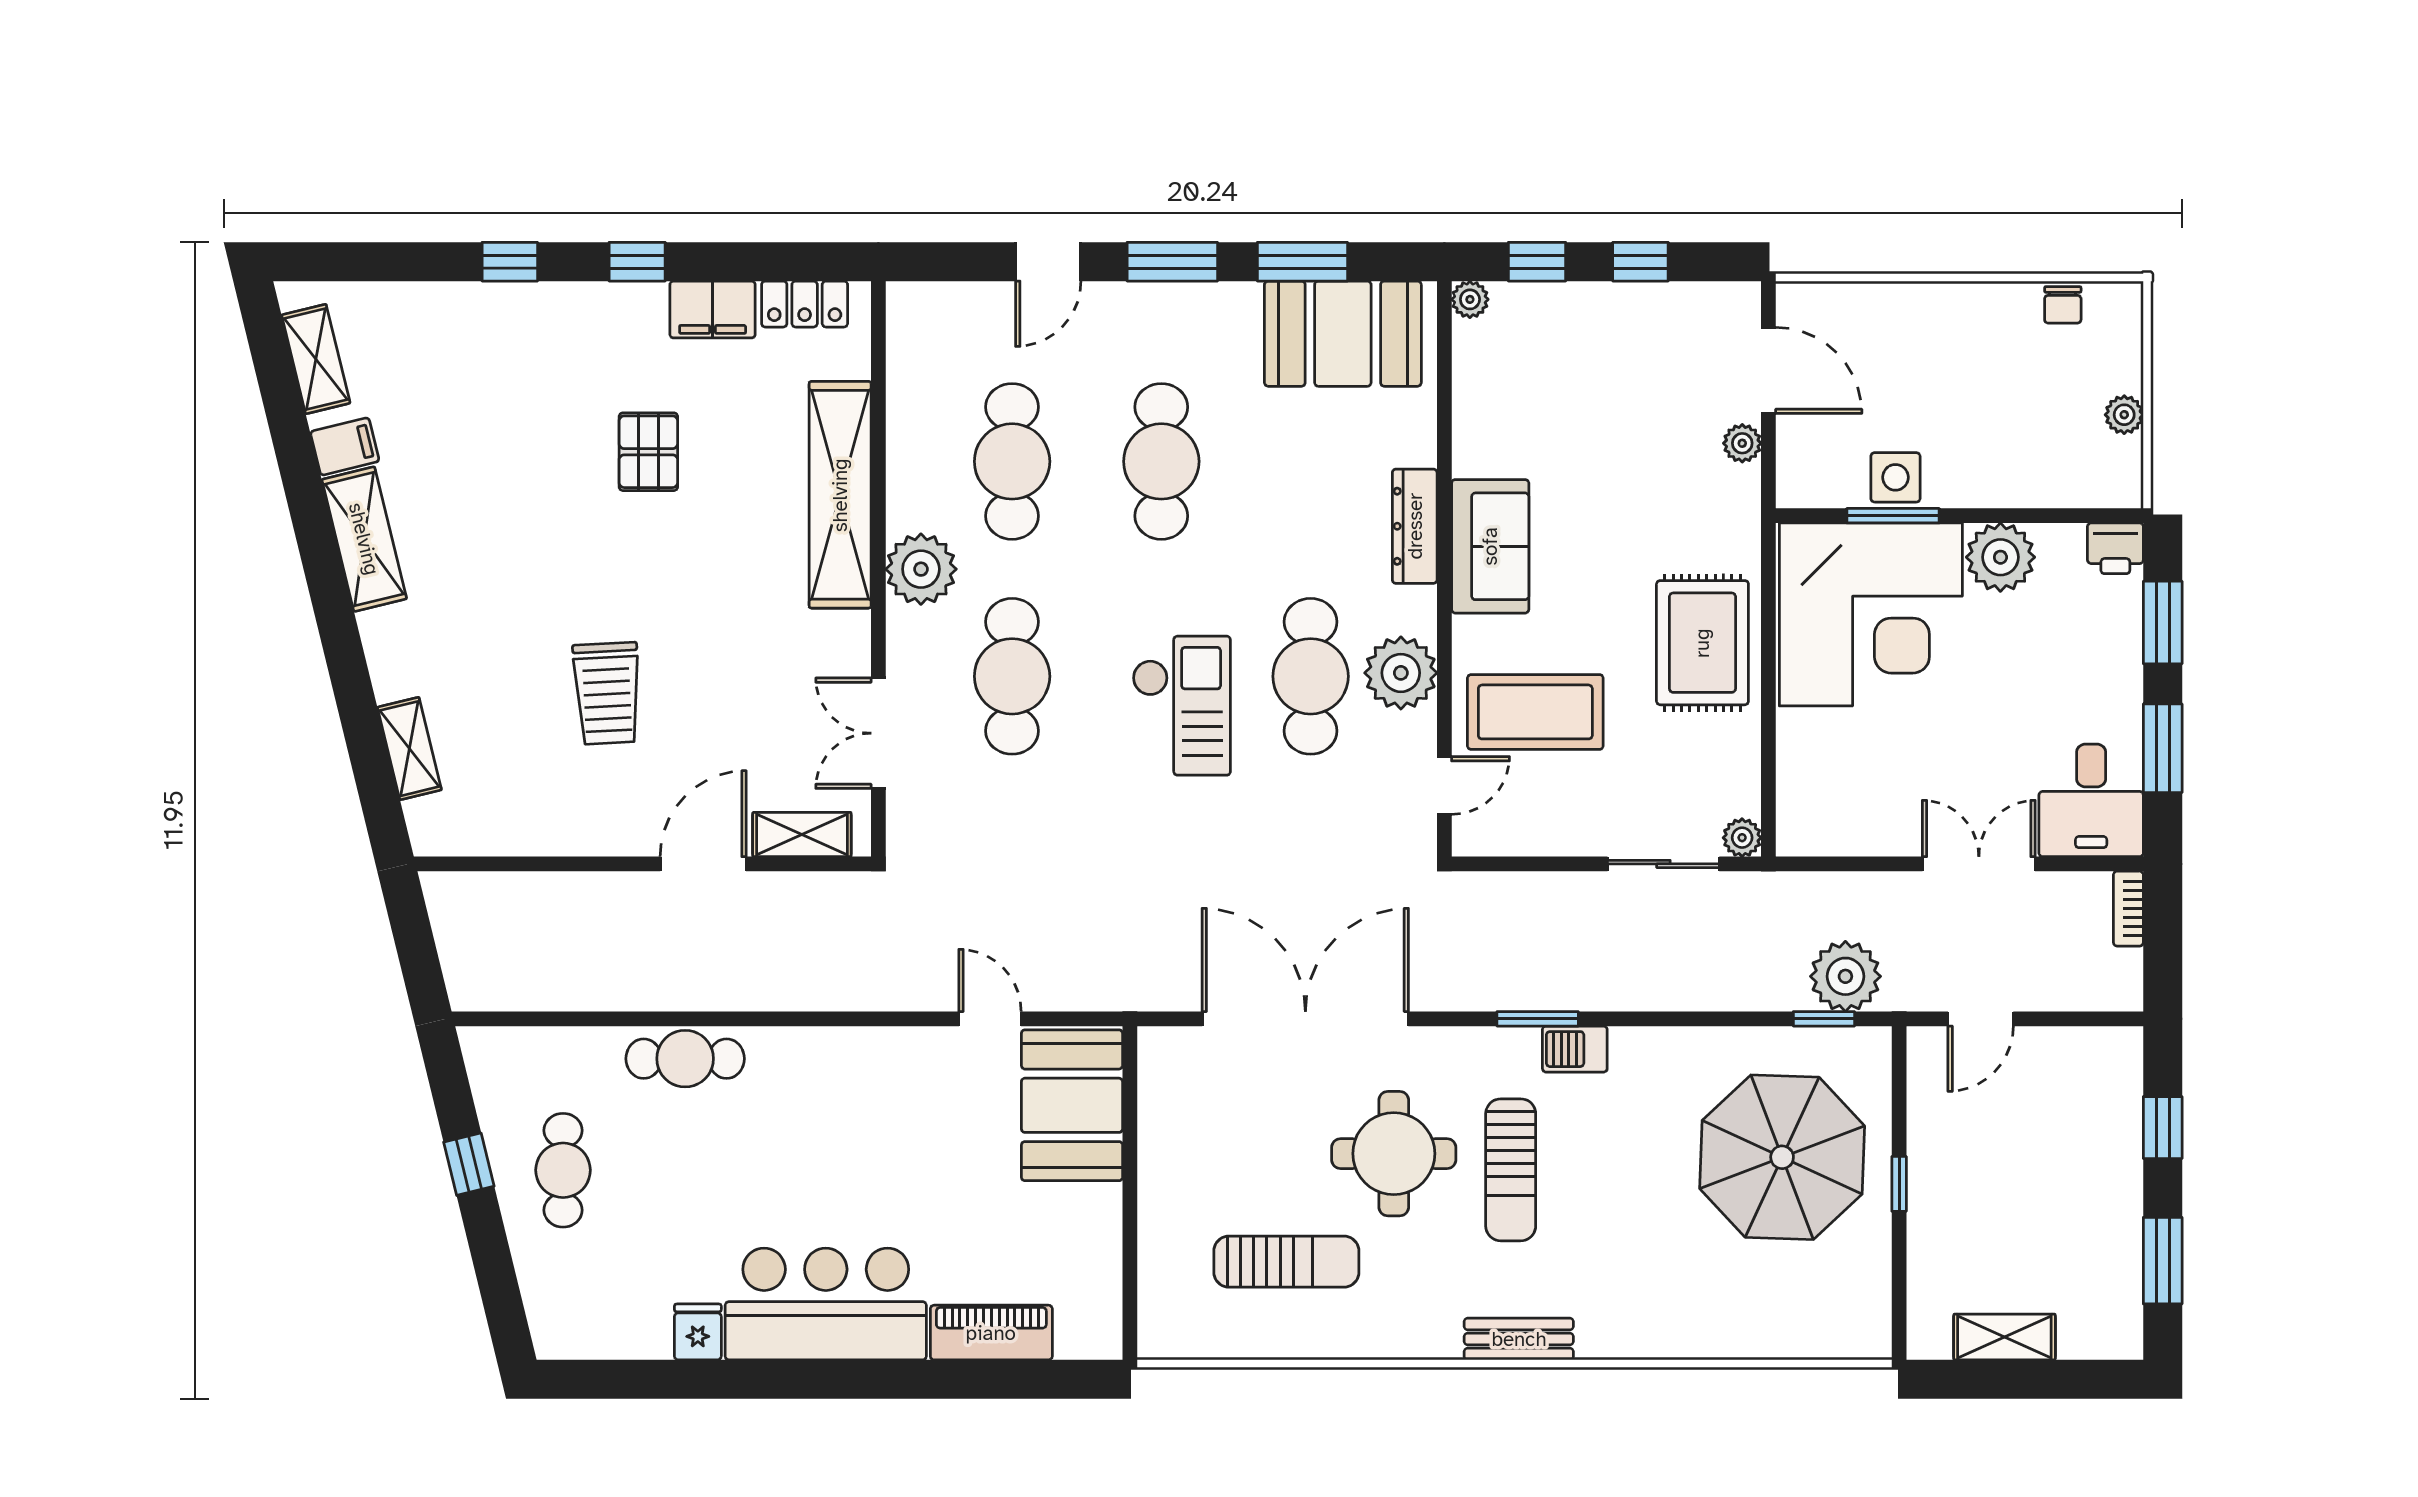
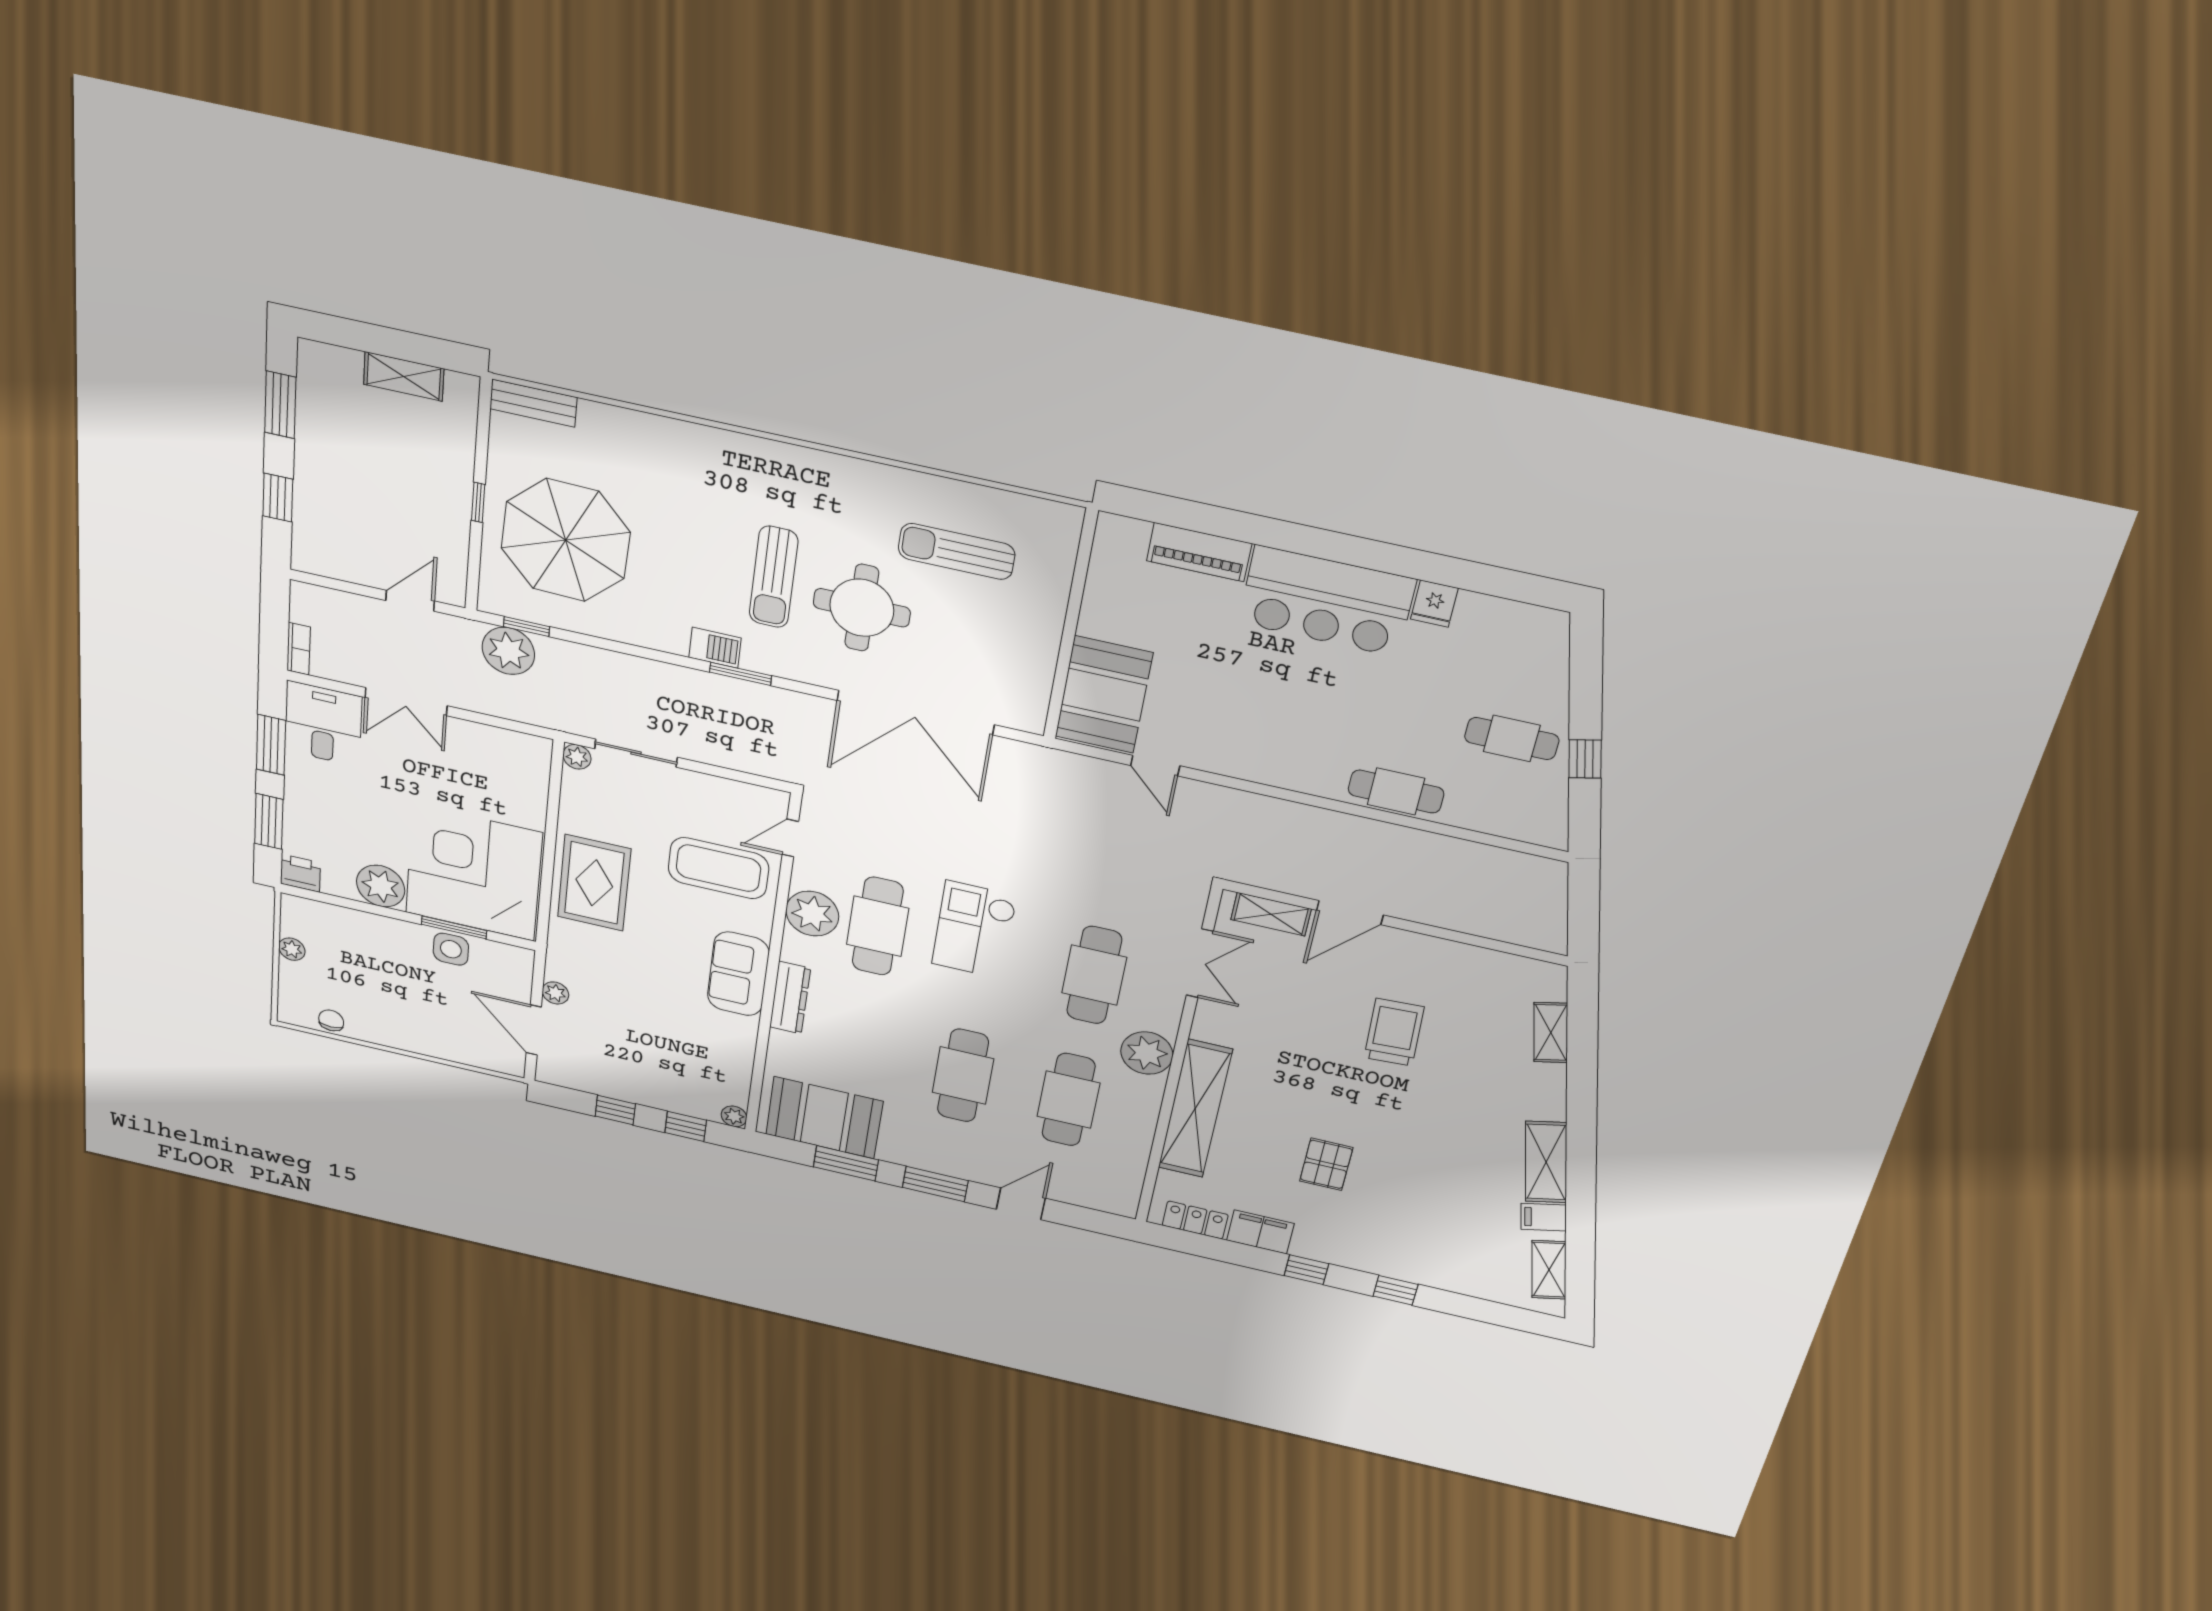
cafe table: (563, 1170) -> (1512, 738), turned 90
sun lounger: (1511, 1170) -> (774, 577), turned 180
bench: (1519, 1339) -> (533, 403), moved

